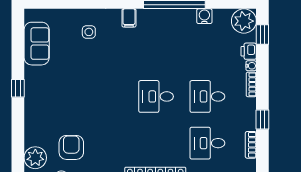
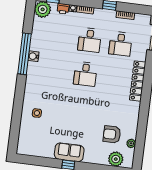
water cooler: (204, 16) -> (33, 56), moved
filing cabinet: (129, 18) -> (31, 85), removed
sofa: (37, 44) -> (69, 152), moved

